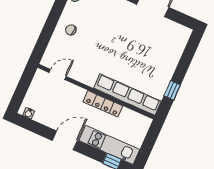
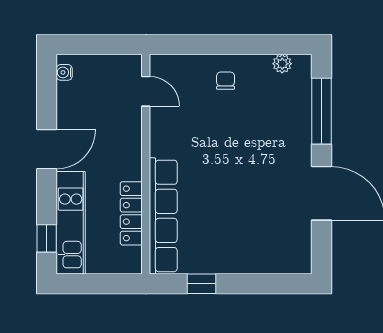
locker: (103, 104) -> (131, 213), moved
door: (65, 140) -> (47, 149), hinge flipped

